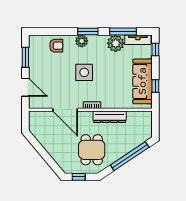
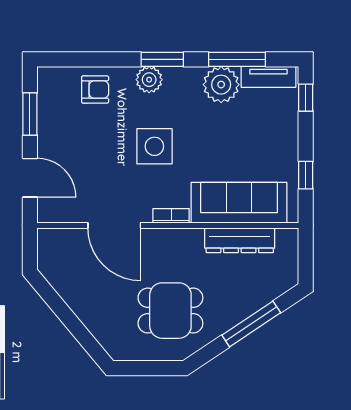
sofa: (143, 81) -> (239, 203), moved, turned 90
dresser: (110, 117) -> (240, 240), moved
dining table: (92, 150) -> (170, 311), turned 90
window: (130, 156) -> (251, 324), width x0.68
window: (79, 177) -> (143, 368), removed

